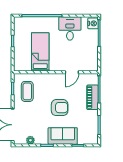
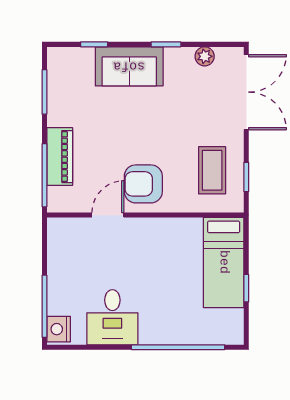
bed: (40, 52) -> (224, 262), moved
armchair: (60, 108) -> (143, 184), moved

